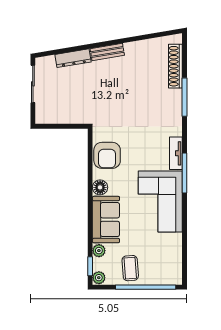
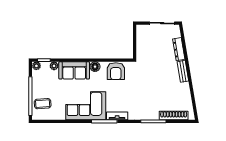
armchair: (107, 155) -> (116, 71), turned -90
coffee table: (130, 268) -> (43, 104), moved

